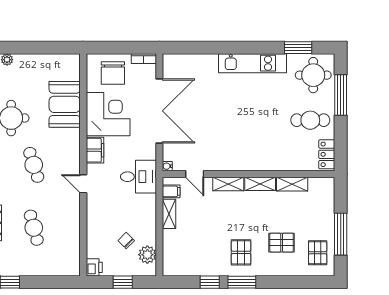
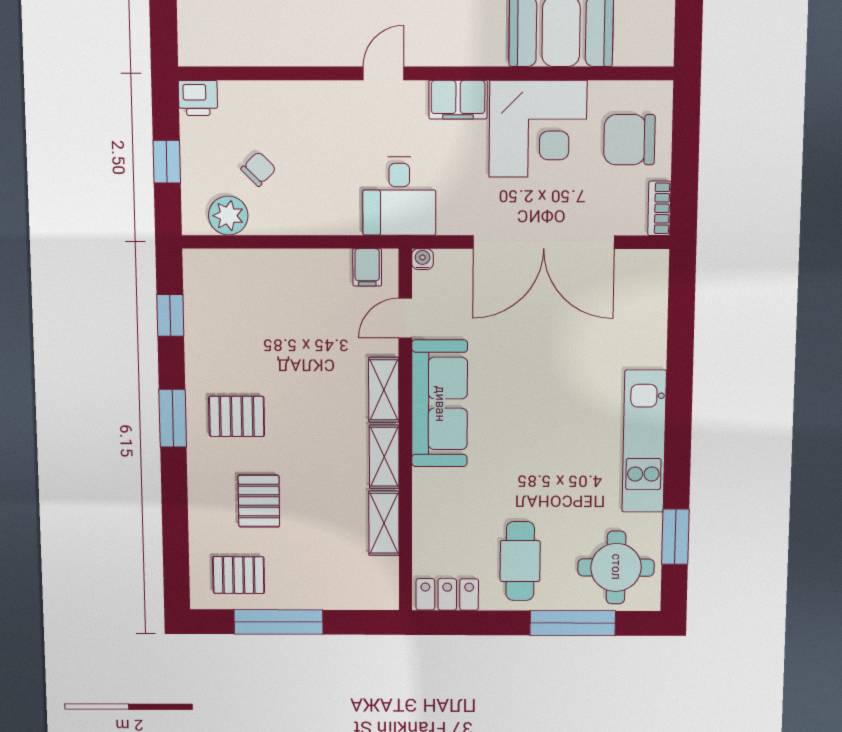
sofa: (235, 158) -> (440, 404), added
shelving: (169, 214) -> (318, 263), removed
window: (210, 282) -> (170, 315), moved

